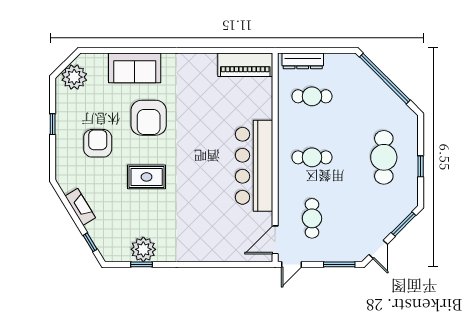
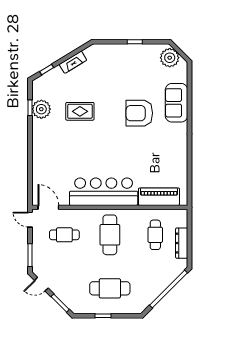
dresser: (303, 61) -> (182, 243), moved
piano: (245, 65) -> (159, 197), moved, turned 90
armchair: (98, 143) -> (120, 75), removed
cafe table: (312, 157) -> (110, 235), width x1.37, depth x1.35
rug: (147, 177) -> (80, 111), moved, turned 90

